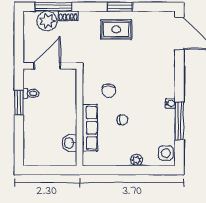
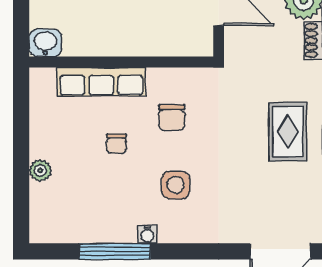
chair: (109, 91) -> (172, 118), turned -90
washbasin: (69, 143) -> (45, 43), moved
side table: (166, 153) -> (176, 185), moved

